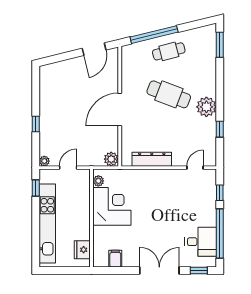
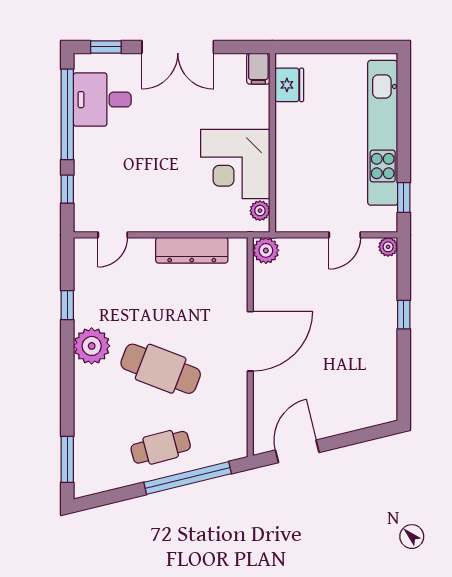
plant: (98, 181) -> (260, 211), moved
corner desk: (112, 206) -> (235, 164), moved
wall: (92, 218) -> (272, 143), moved
fridge: (82, 250) -> (289, 85), moved

